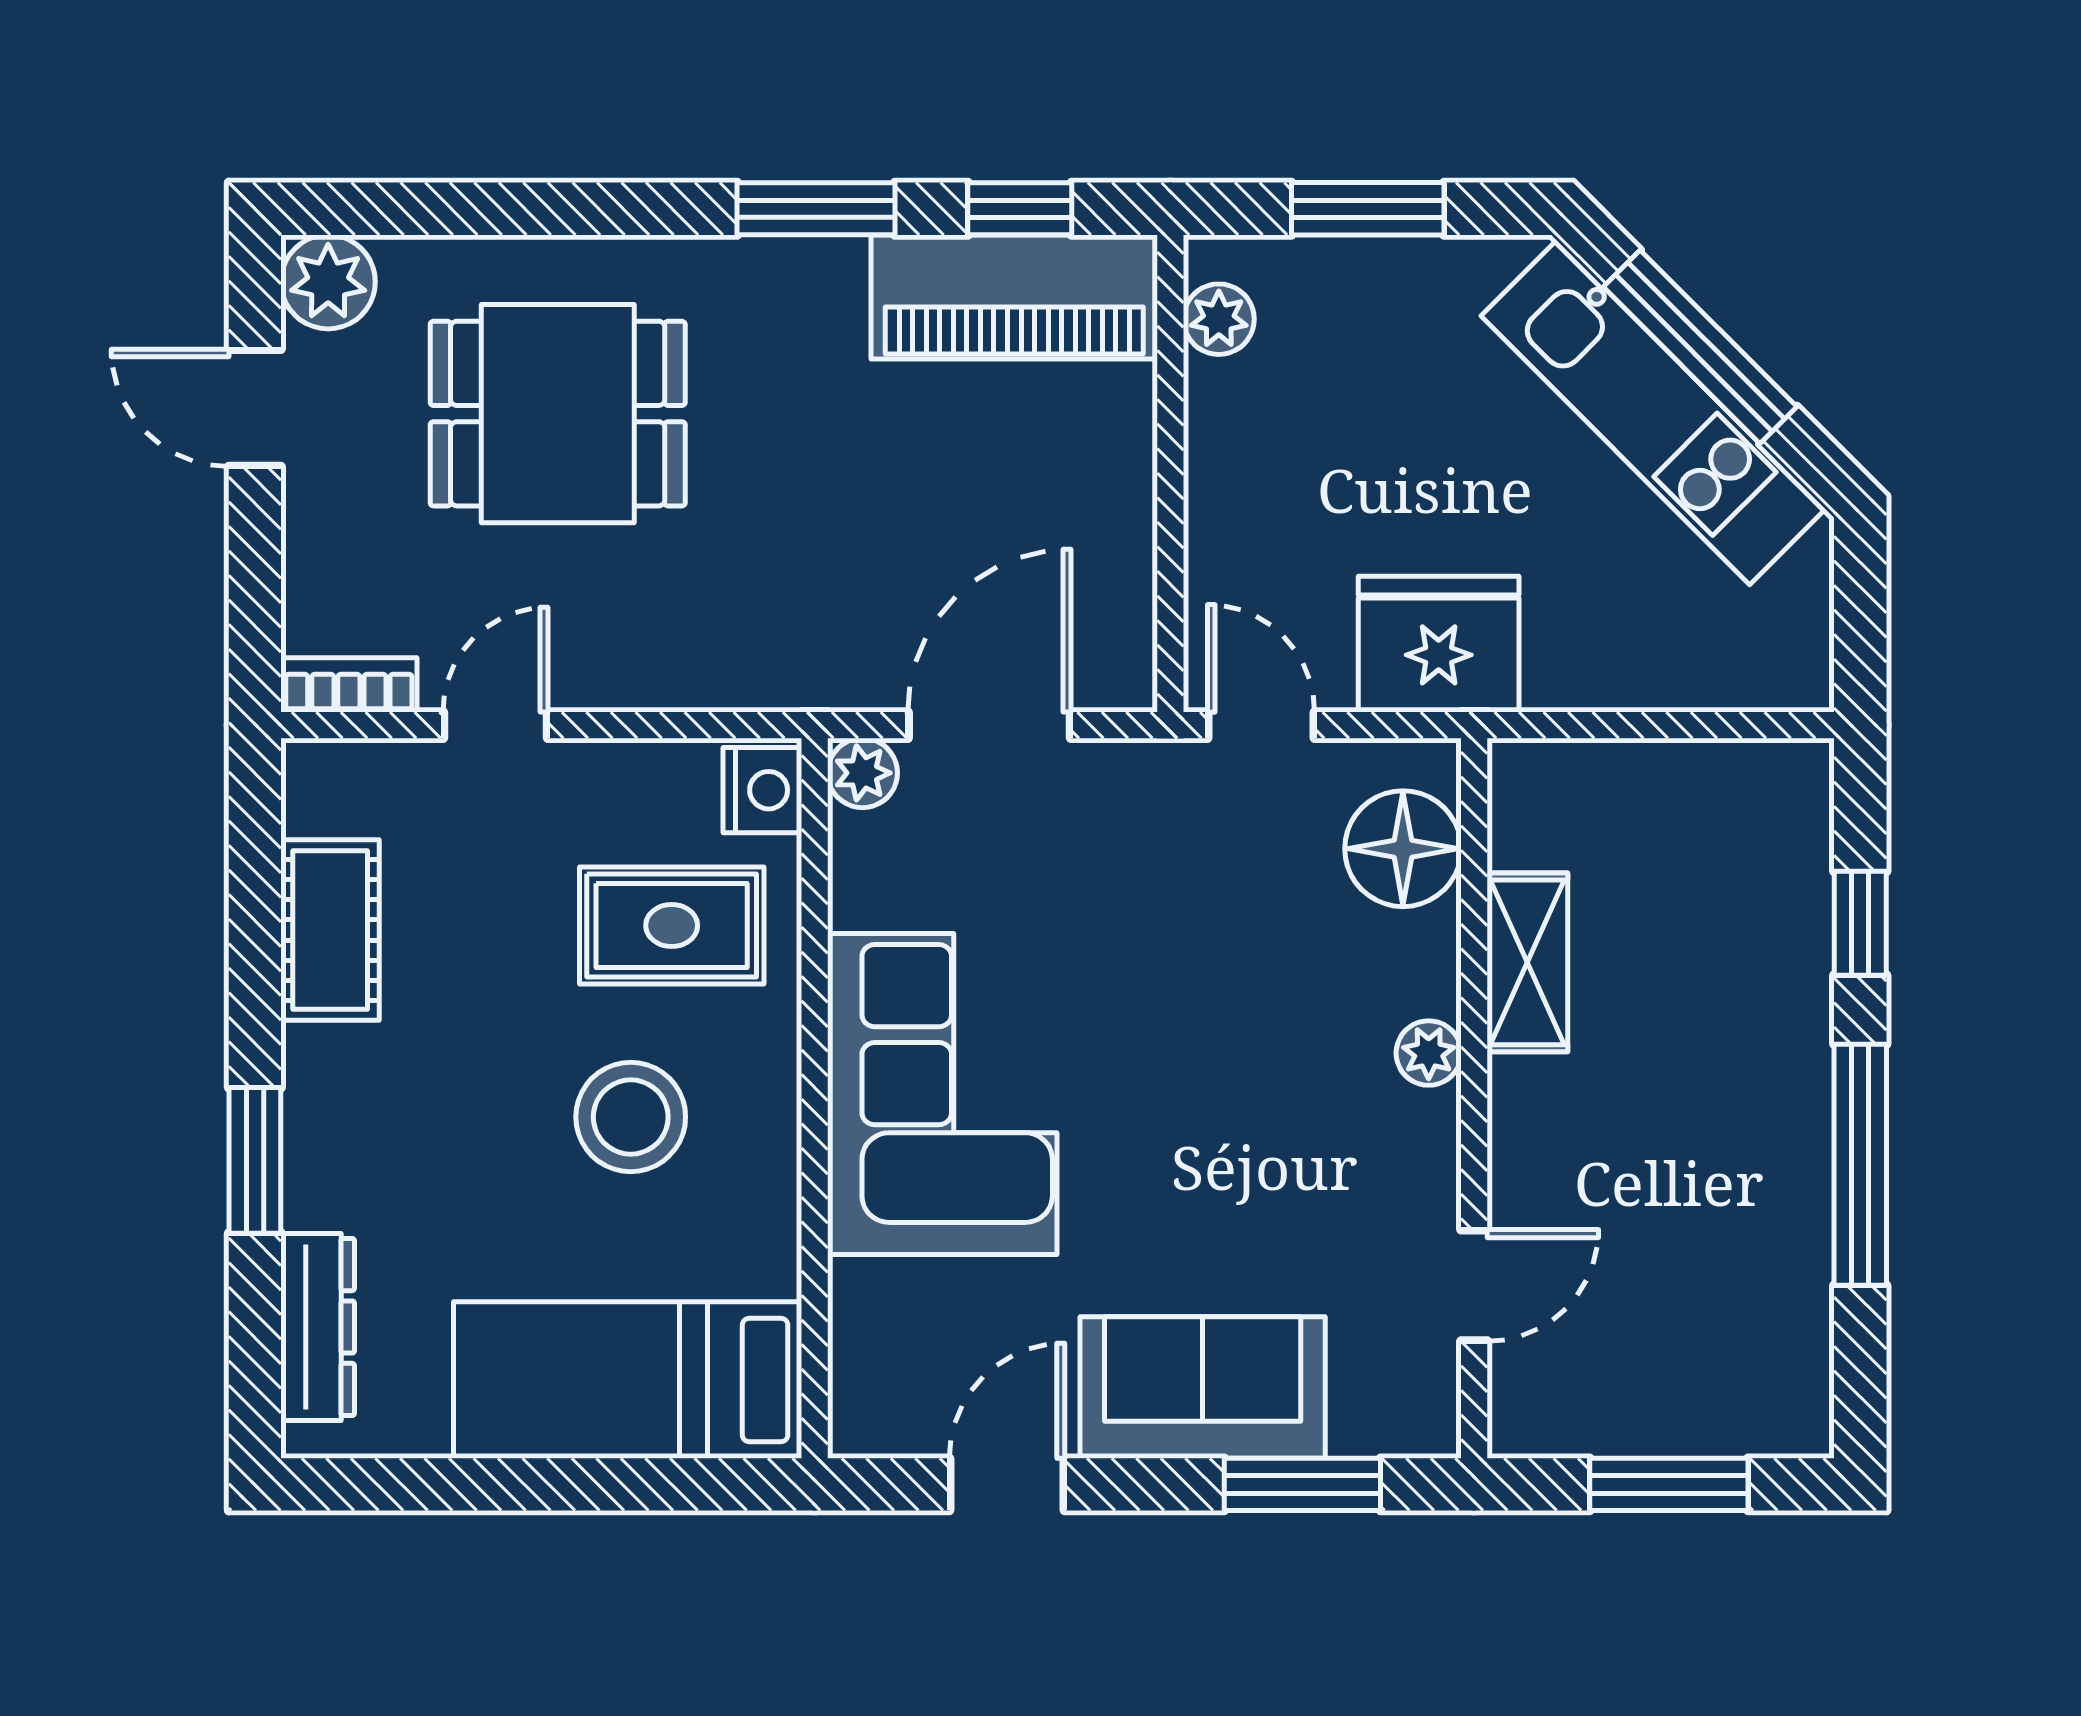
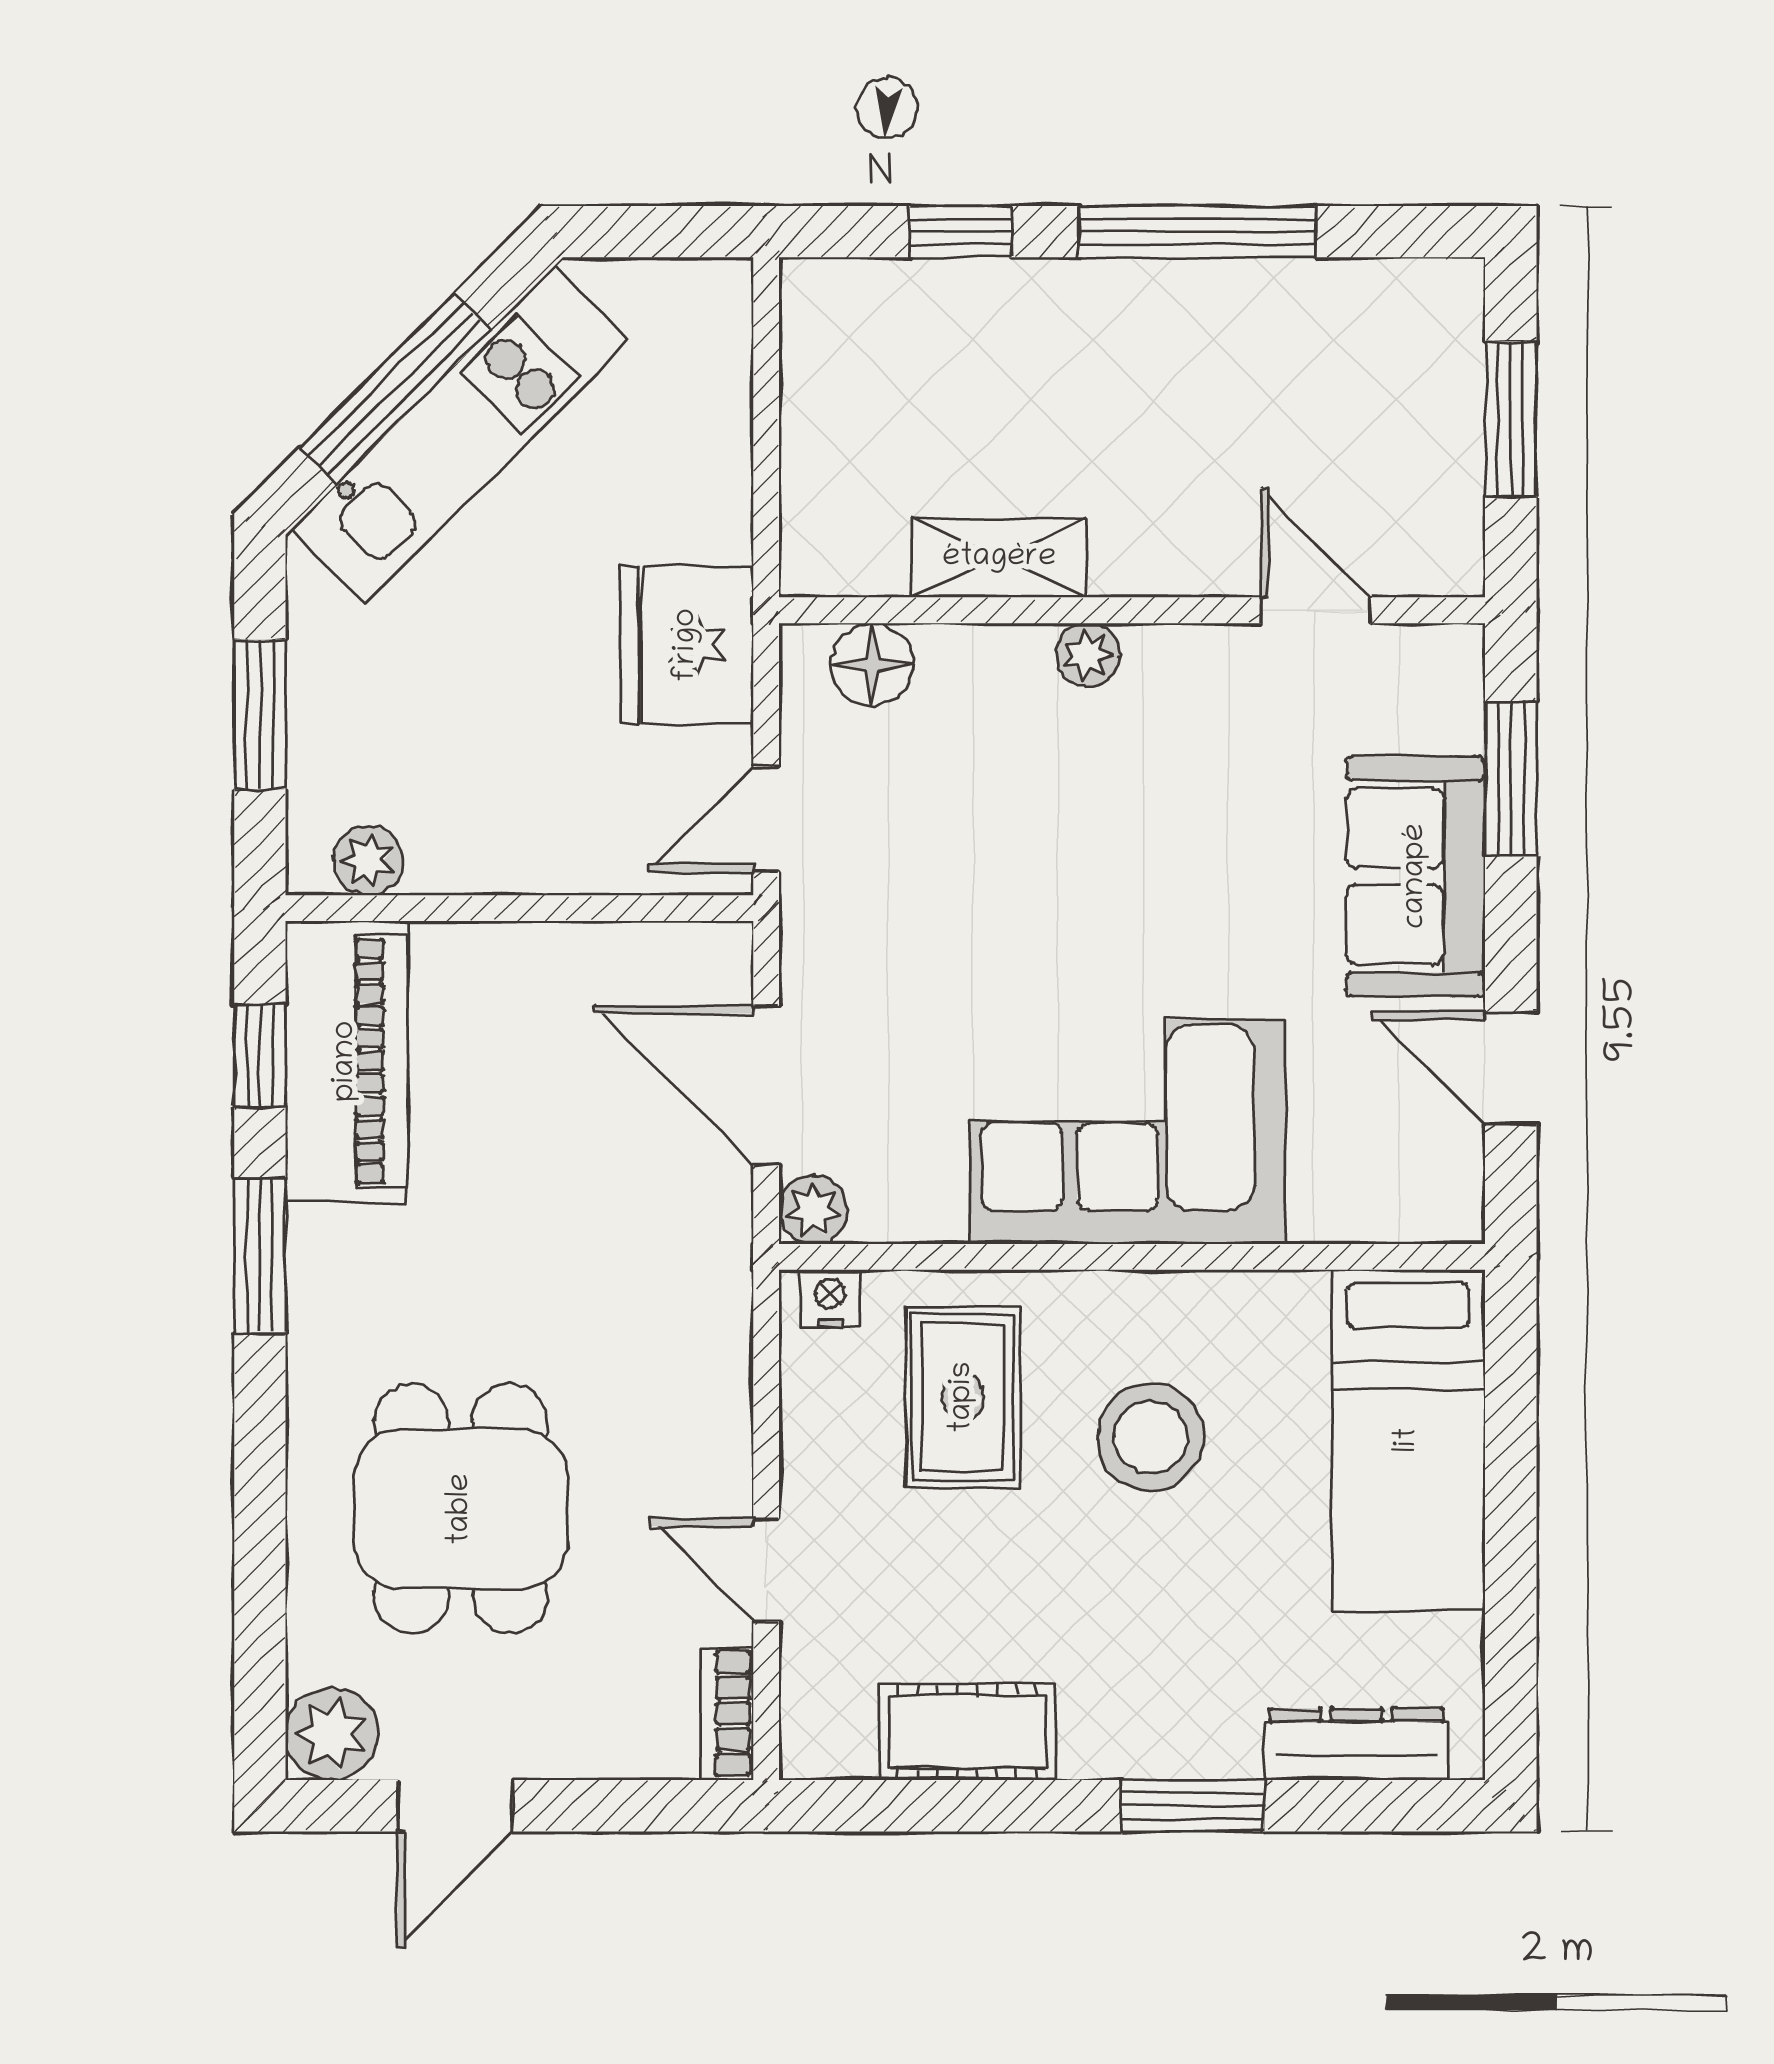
nightstand: (762, 790) -> (830, 1298), width x0.72, depth x0.74
floor lamp: (1403, 849) -> (872, 664), width x0.73, depth x0.73

